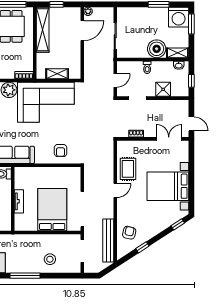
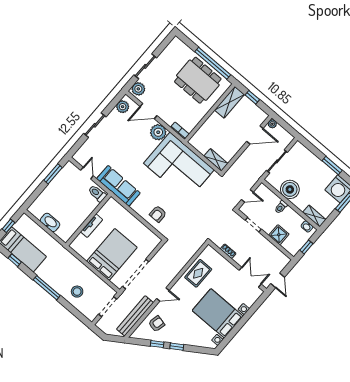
shelving: (43, 30) -> (229, 102), width x0.68
boiler: (157, 49) -> (290, 189), moved
shelving: (57, 74) -> (216, 160), moved
door: (115, 190) -> (163, 294), moved
window: (178, 224) -> (177, 347), moved

